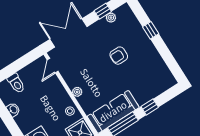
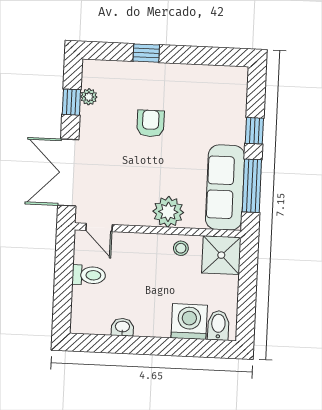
armchair: (119, 56) -> (151, 123), turned 180
toilet: (16, 83) -> (89, 275), moved
plant: (77, 92) -> (168, 212), width x1.88, depth x1.88

